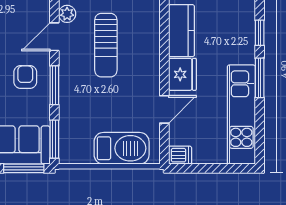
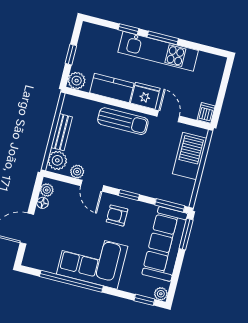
sun lounger: (106, 45) -> (123, 121), moved
window: (54, 85) -> (129, 195), width x0.67
kitchen unit: (241, 115) -> (158, 51), moved

